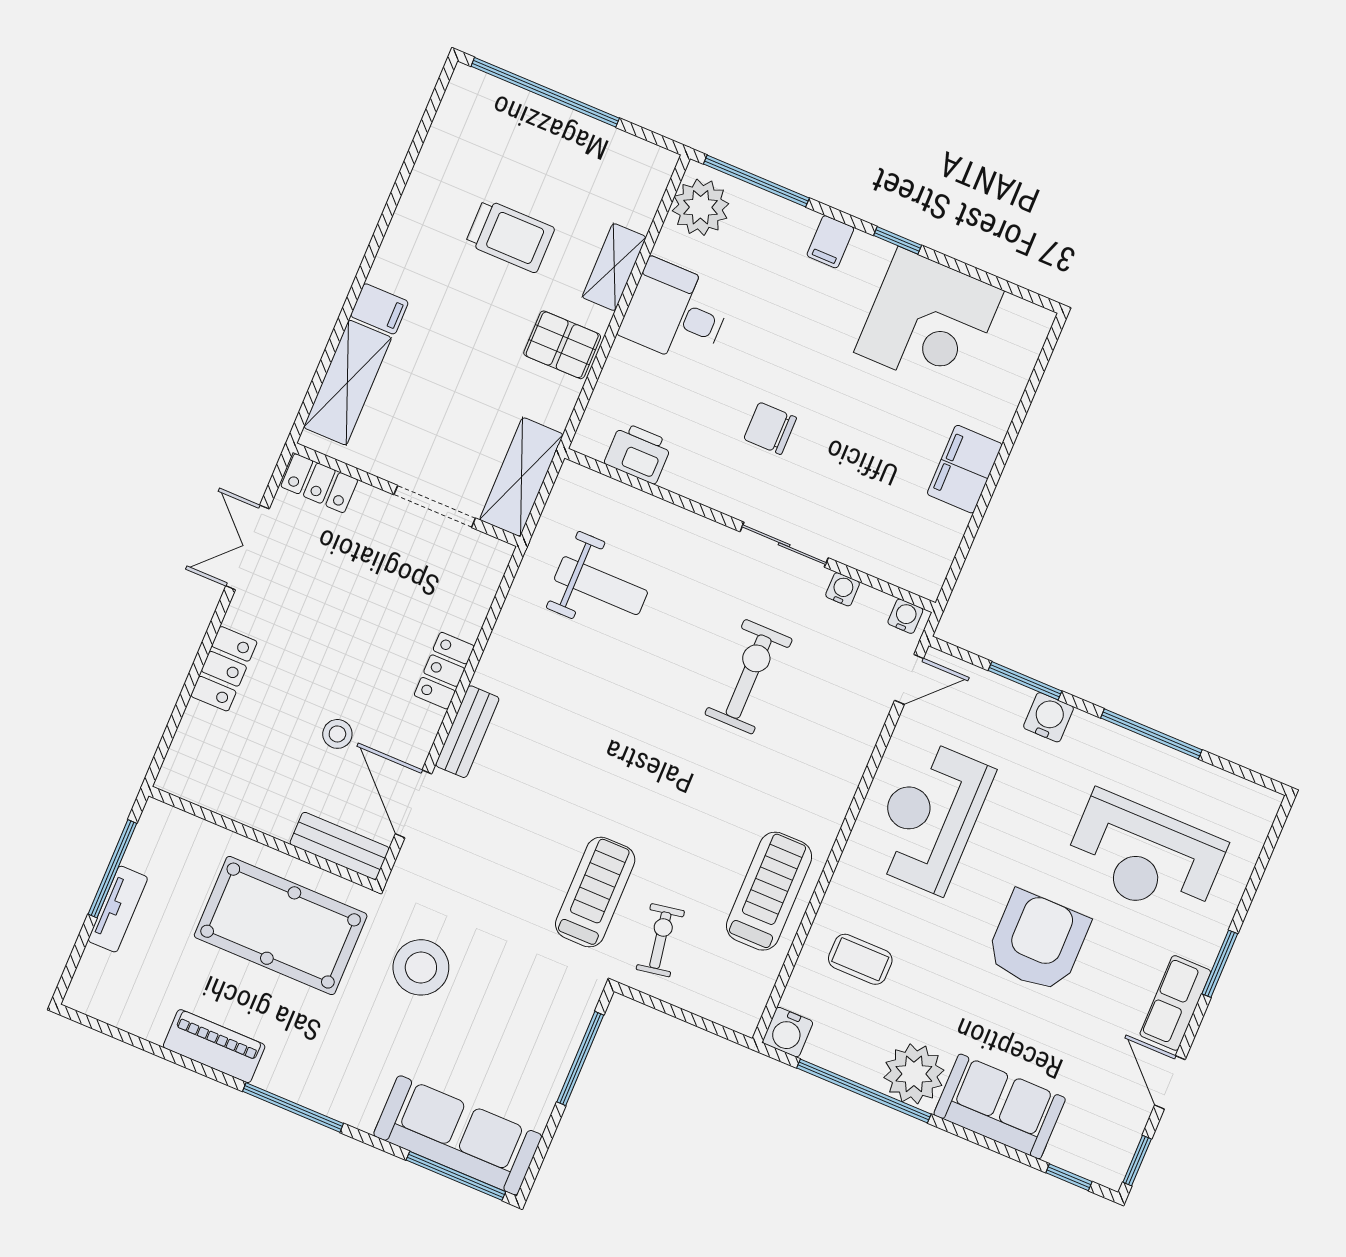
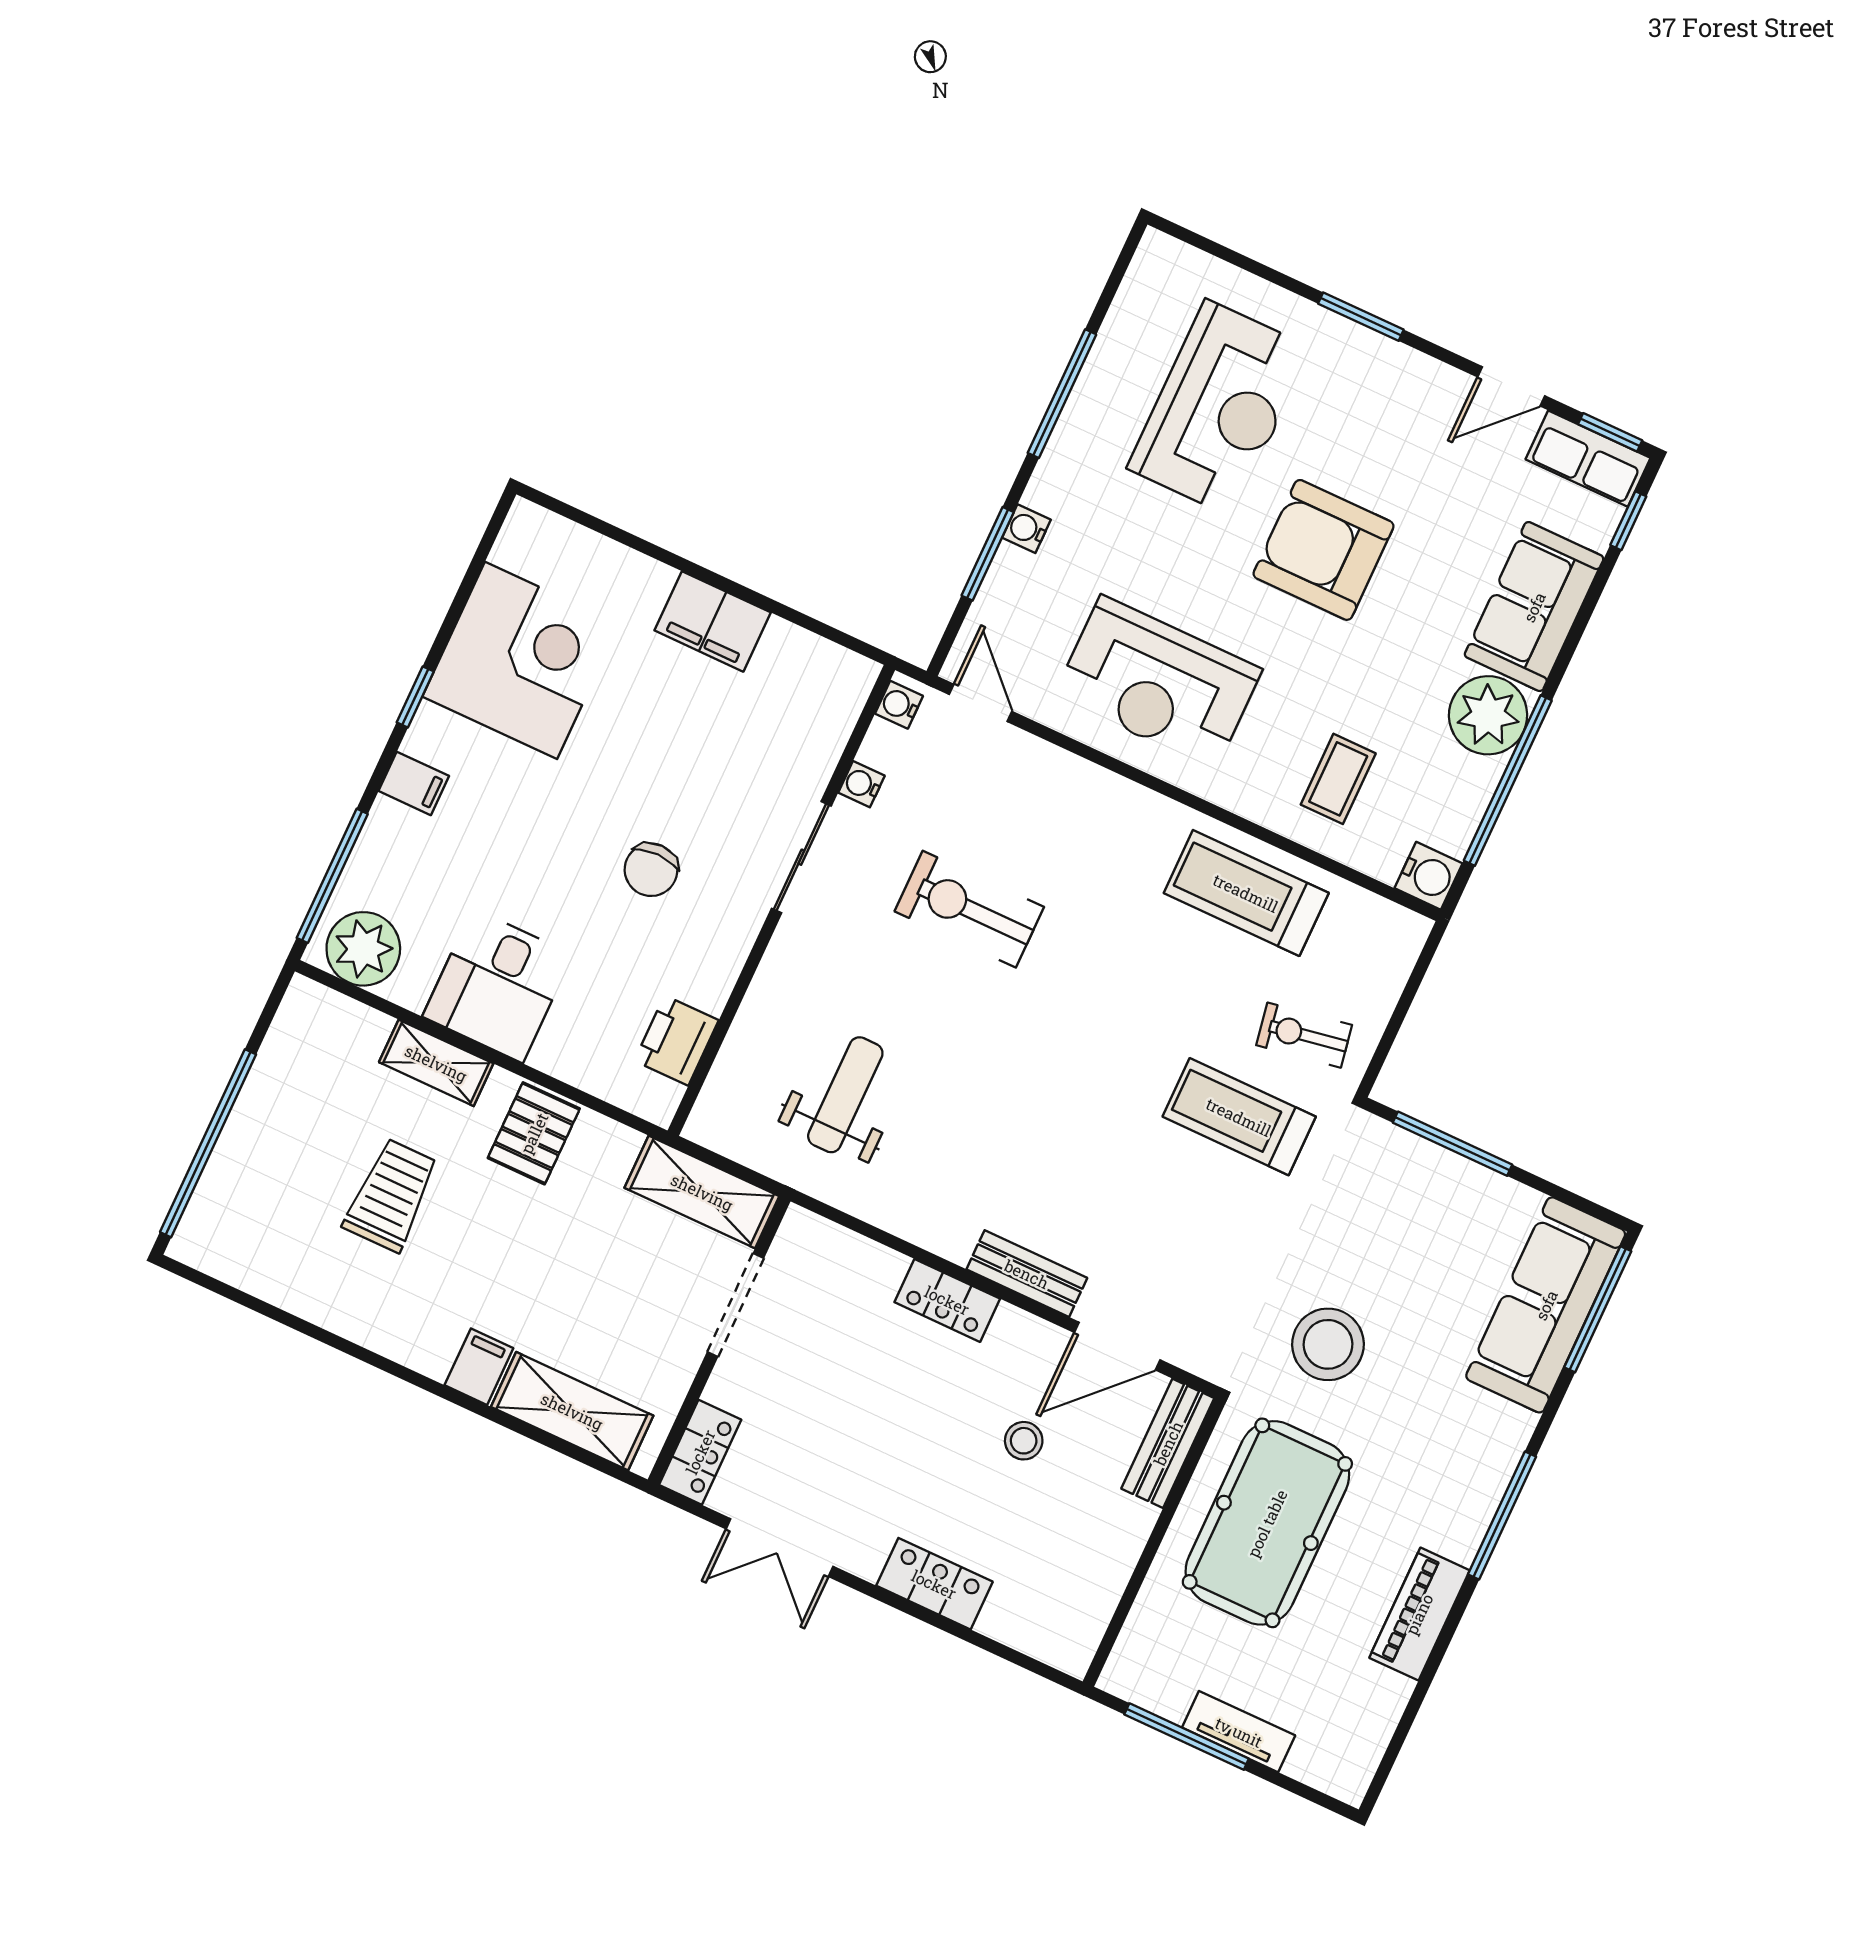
water cooler: (1049, 717) -> (1026, 529), width x0.72, depth x0.72
row of seats: (1175, 1003) -> (1588, 459), moved

